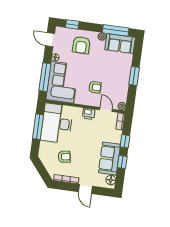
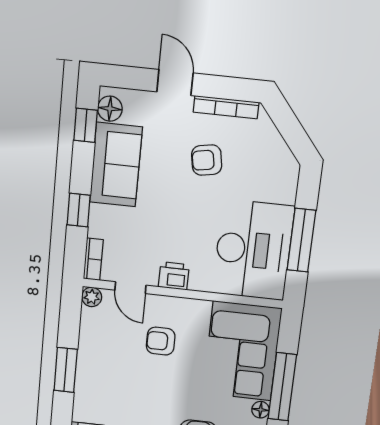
window: (45, 77) -> (282, 387), moved
armchair: (64, 157) -> (207, 160), moved
window: (122, 162) -> (86, 125), moved

